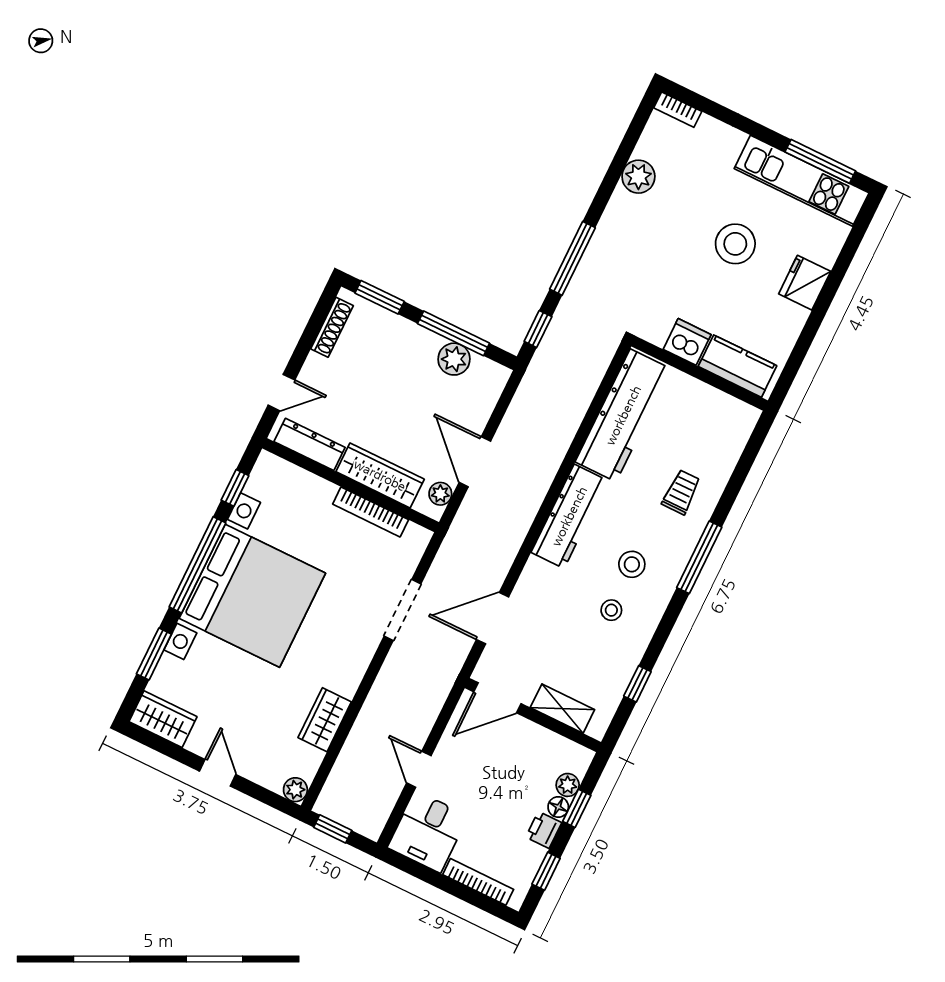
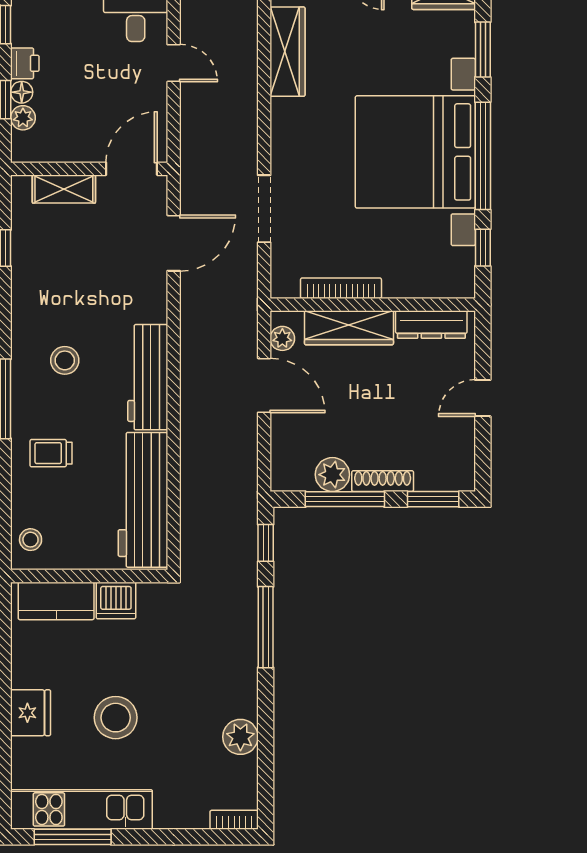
shoe rack: (332, 327) -> (383, 481), moved, turned 90
door: (281, 393) -> (483, 398), moved
trolley: (681, 492) -> (51, 453), turned 90
stool: (611, 610) -> (31, 540), moved
wardrobe: (325, 720) -> (287, 52), width x1.50

